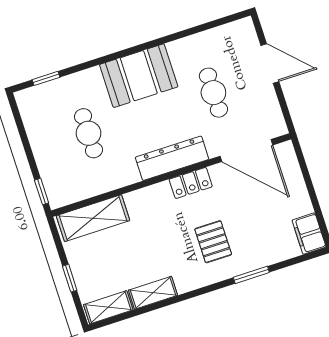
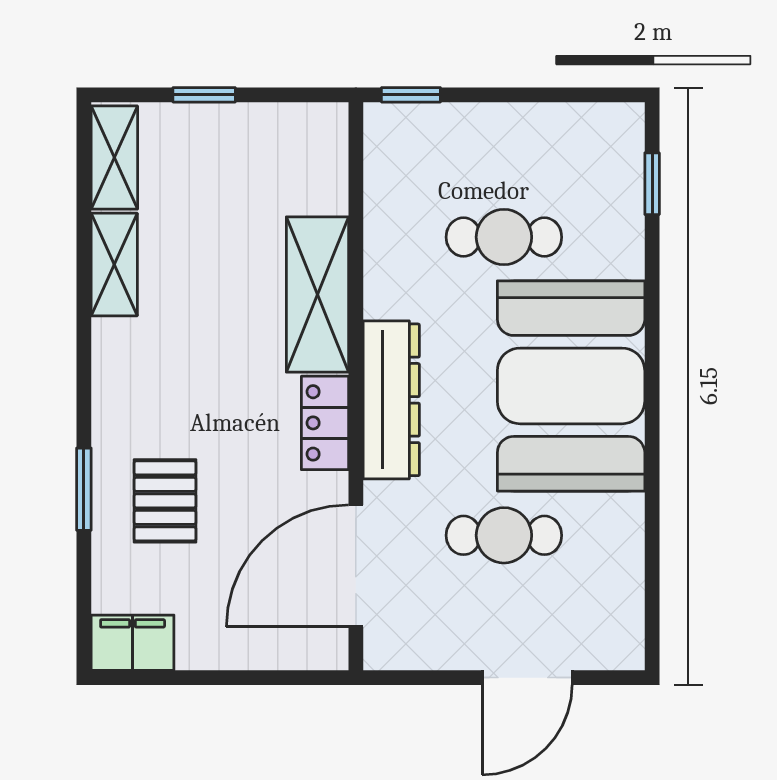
booth: (139, 76) -> (571, 386), width x1.36, depth x1.42
shelving: (93, 218) -> (317, 295), moved
pallet: (213, 242) -> (165, 501), moved, turned 90

